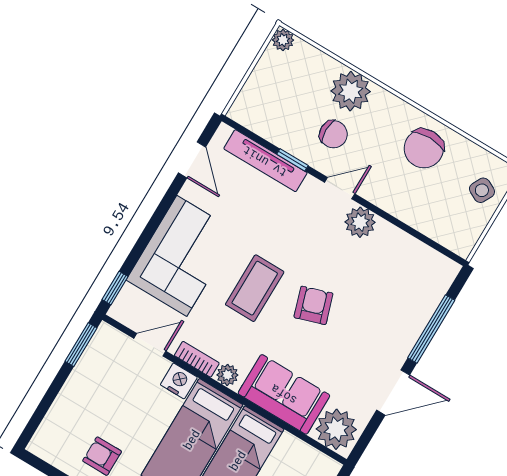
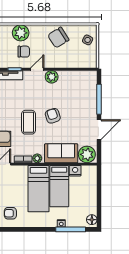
chair: (424, 148) -> (58, 38), turned 58
nightstand: (179, 381) -> (75, 171), moved

